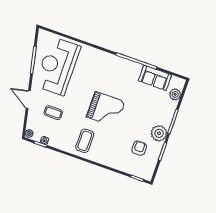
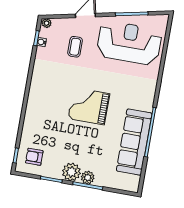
sofa: (155, 78) -> (134, 142), width x1.85, depth x1.27
plant: (175, 94) -> (88, 178), moved
grand piano: (106, 109) -> (89, 106), turned 90
coffee table: (85, 141) -> (49, 88), removed
armchair: (139, 148) -> (34, 157), moved, turned 180

